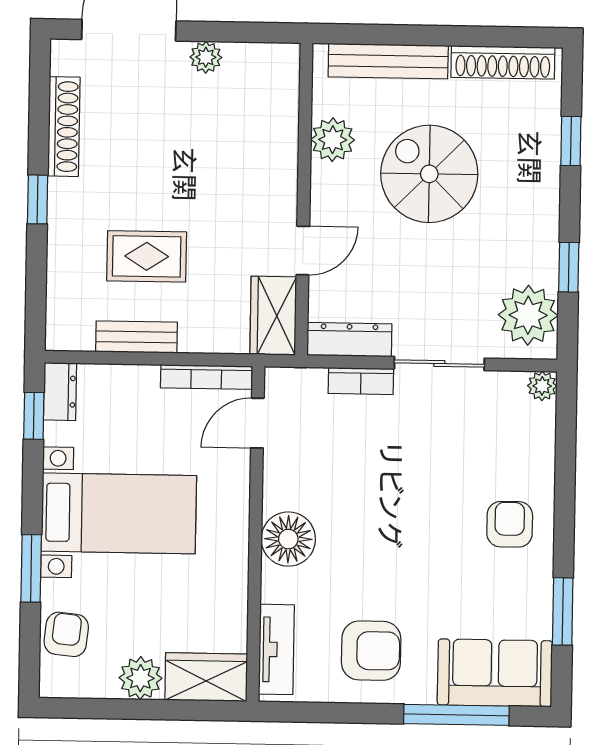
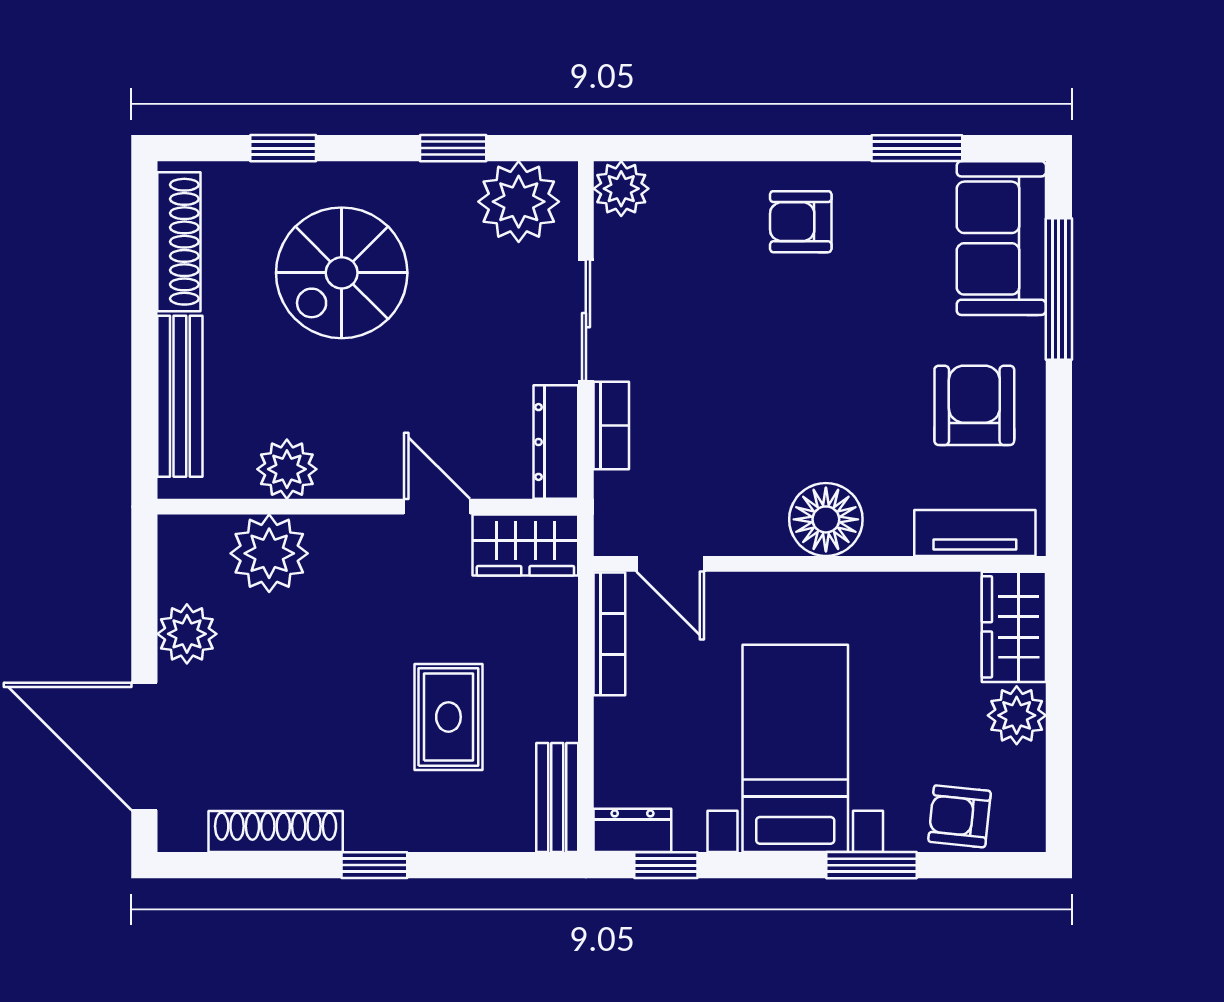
plant: (206, 57) -> (187, 634), width x1.38, depth x1.38
plant: (270, 125) -> (269, 553), added
spiral stairs: (429, 174) -> (342, 273), moved
bench: (137, 337) -> (557, 798), moved
plant: (542, 386) -> (621, 189), width x1.38, depth x1.38

